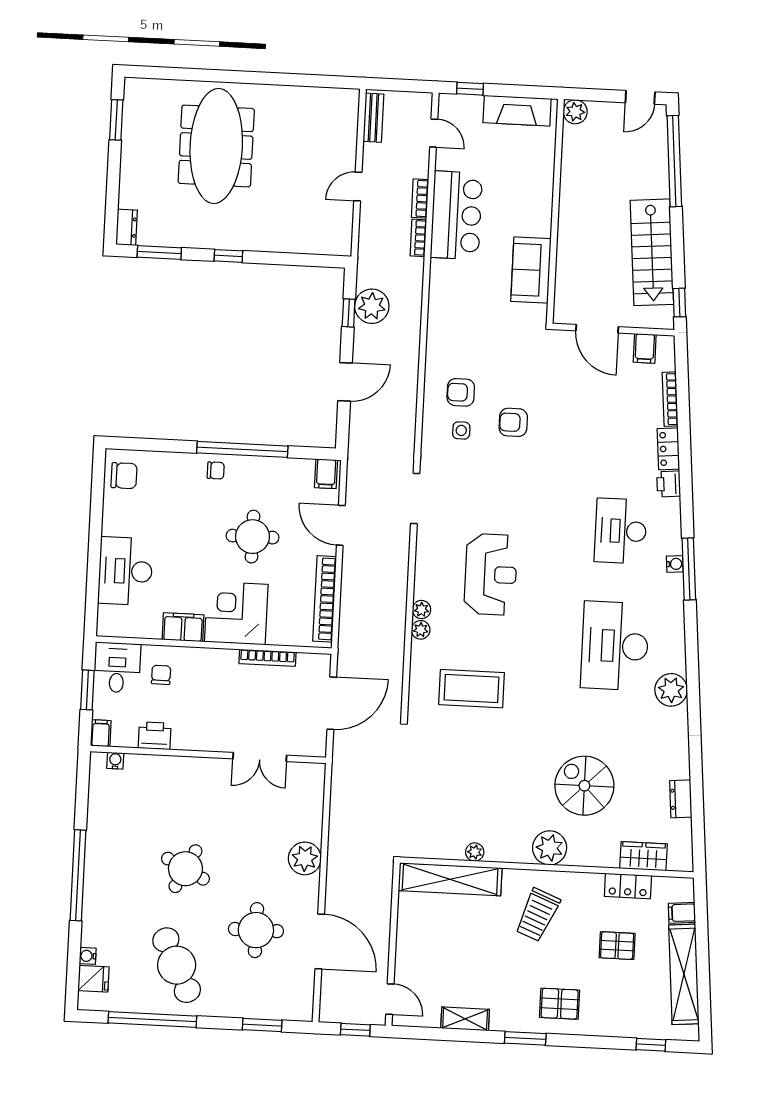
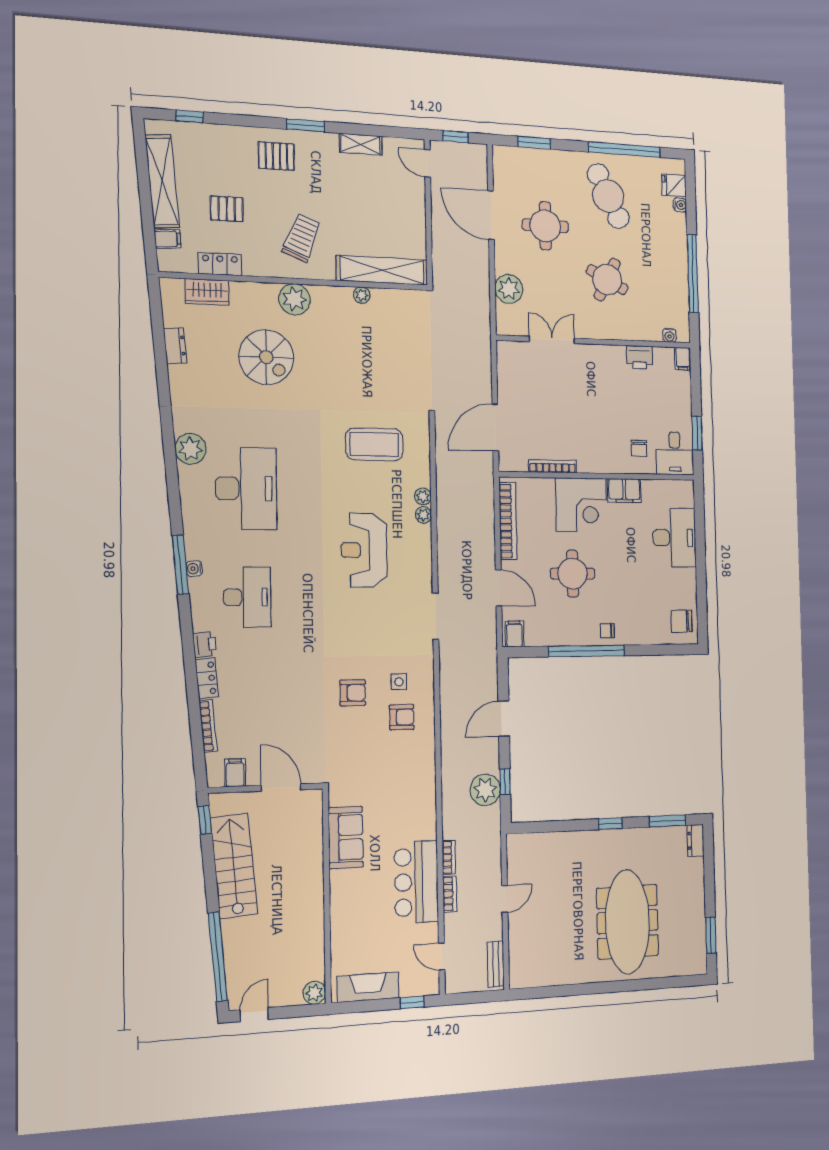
filing cabinet: (101, 733) -> (683, 359), moved
printer: (155, 736) -> (639, 357), moved
wall: (208, 754) -> (595, 342), moved
double door: (260, 757) -> (552, 340), moved
water cooler: (115, 761) -> (669, 335), moved

